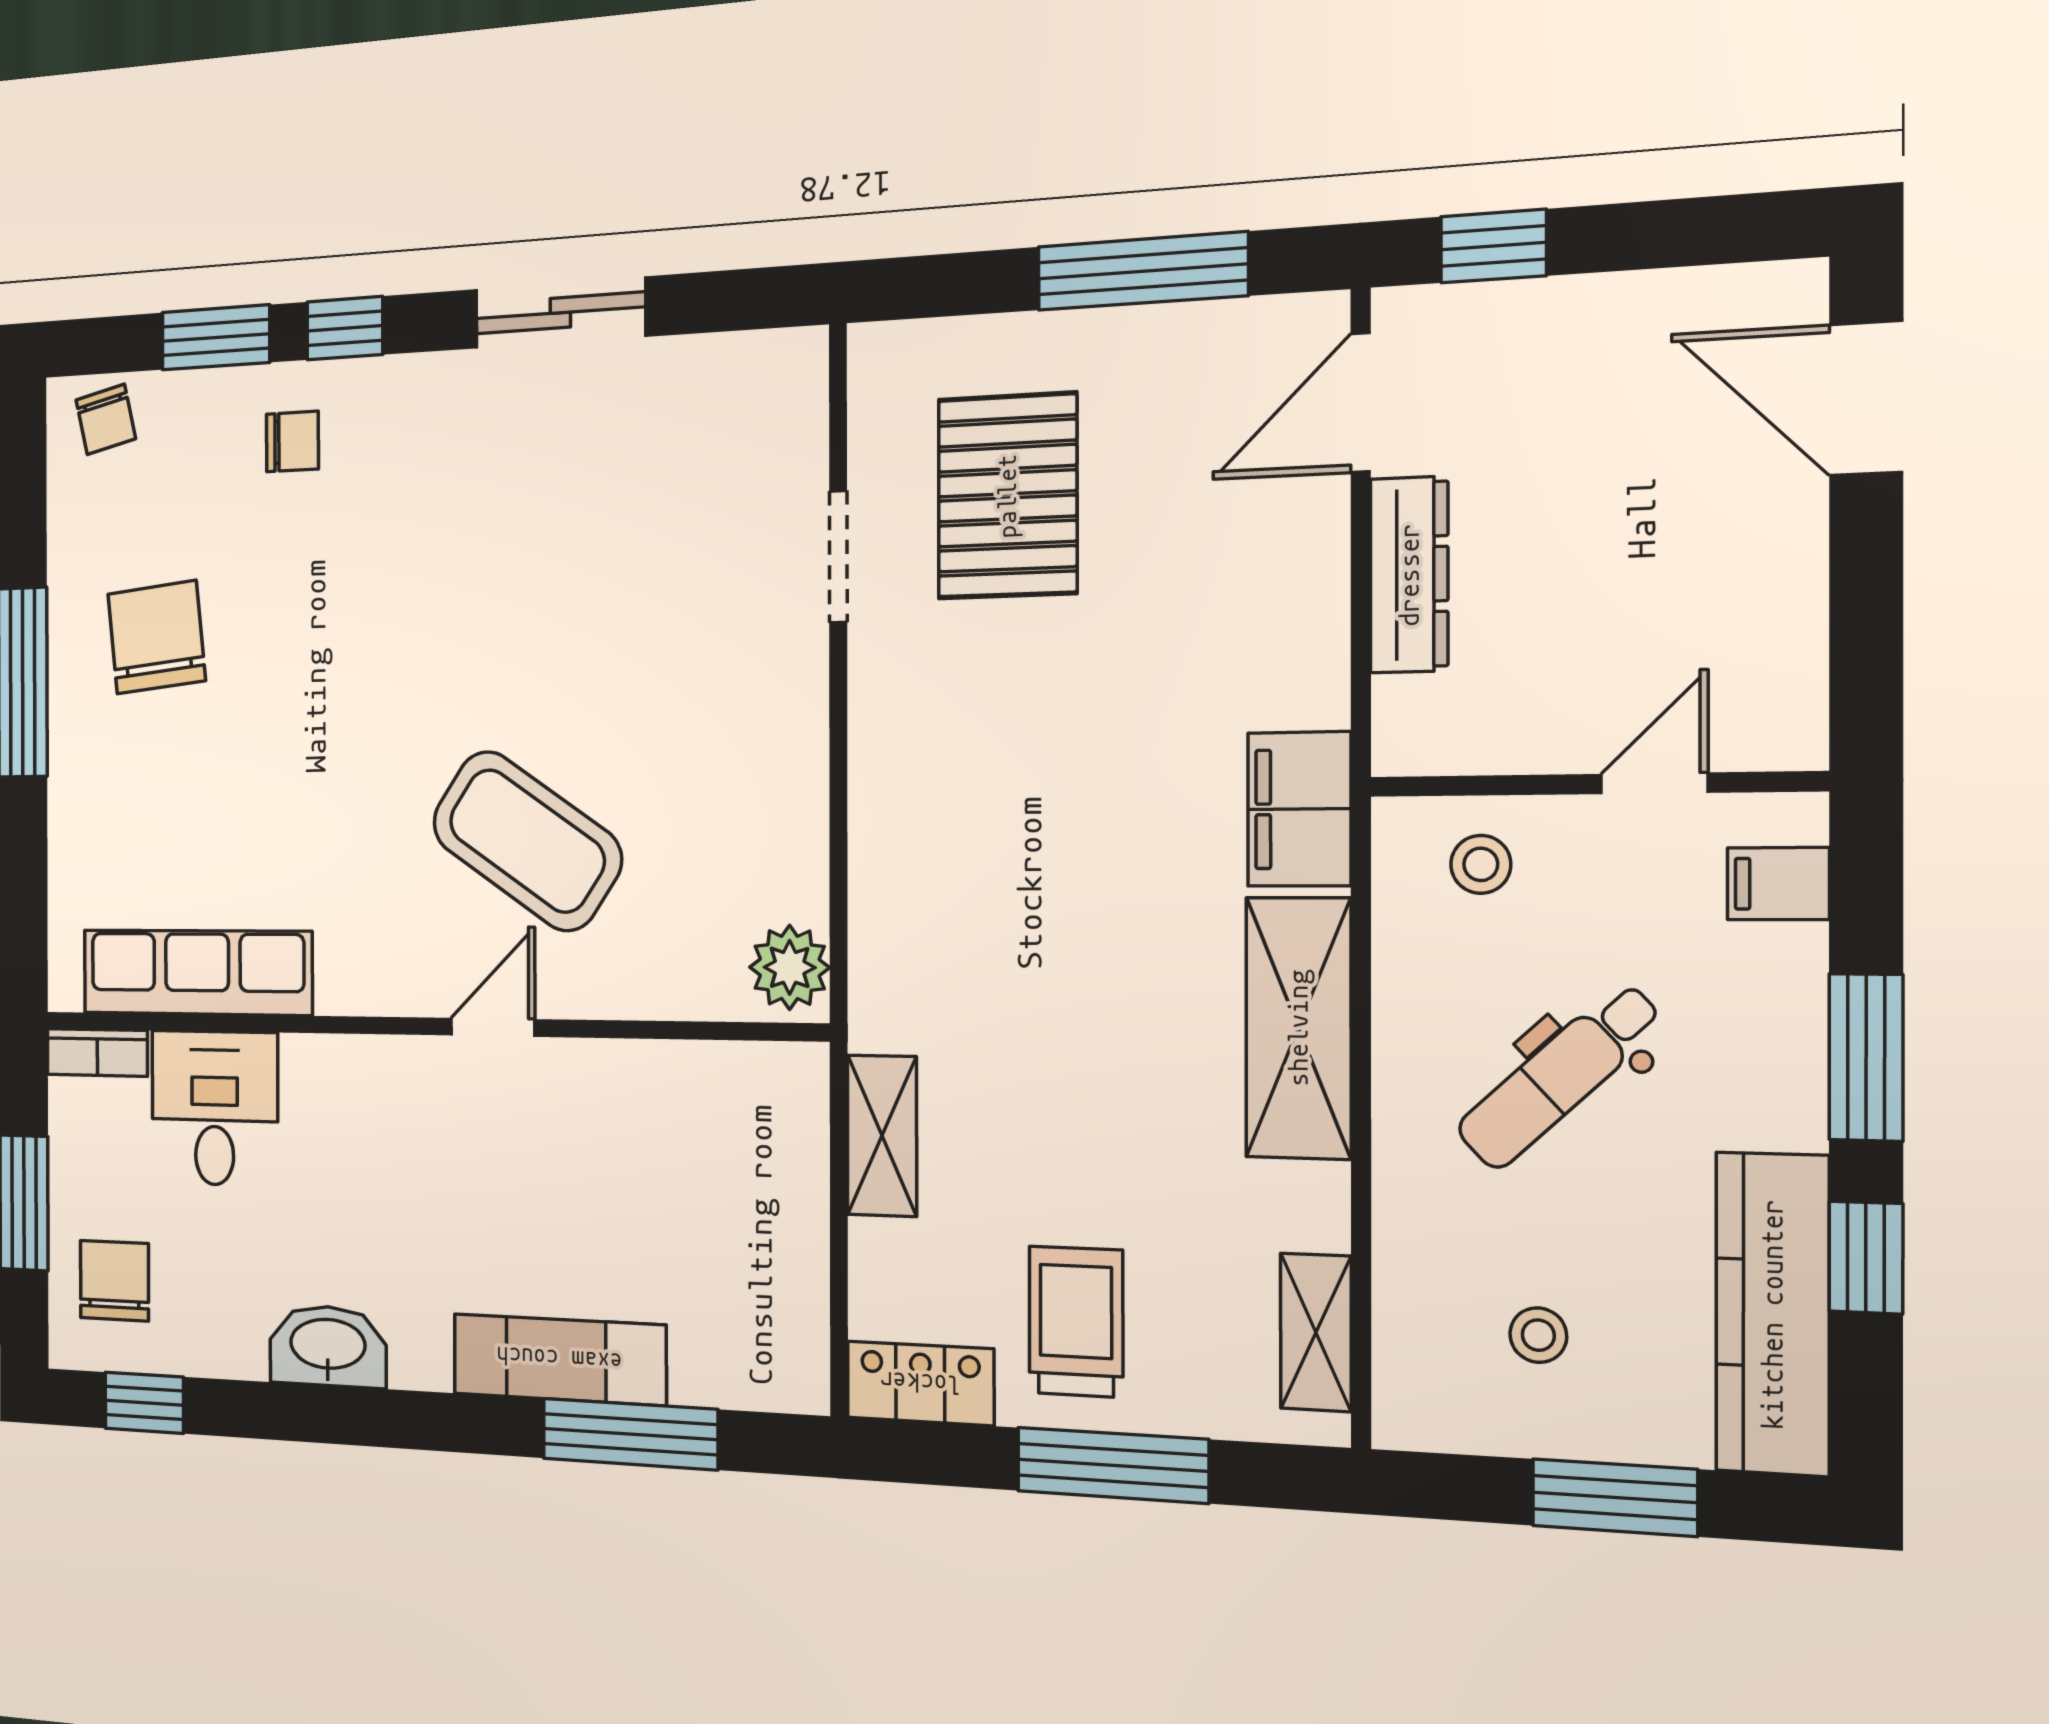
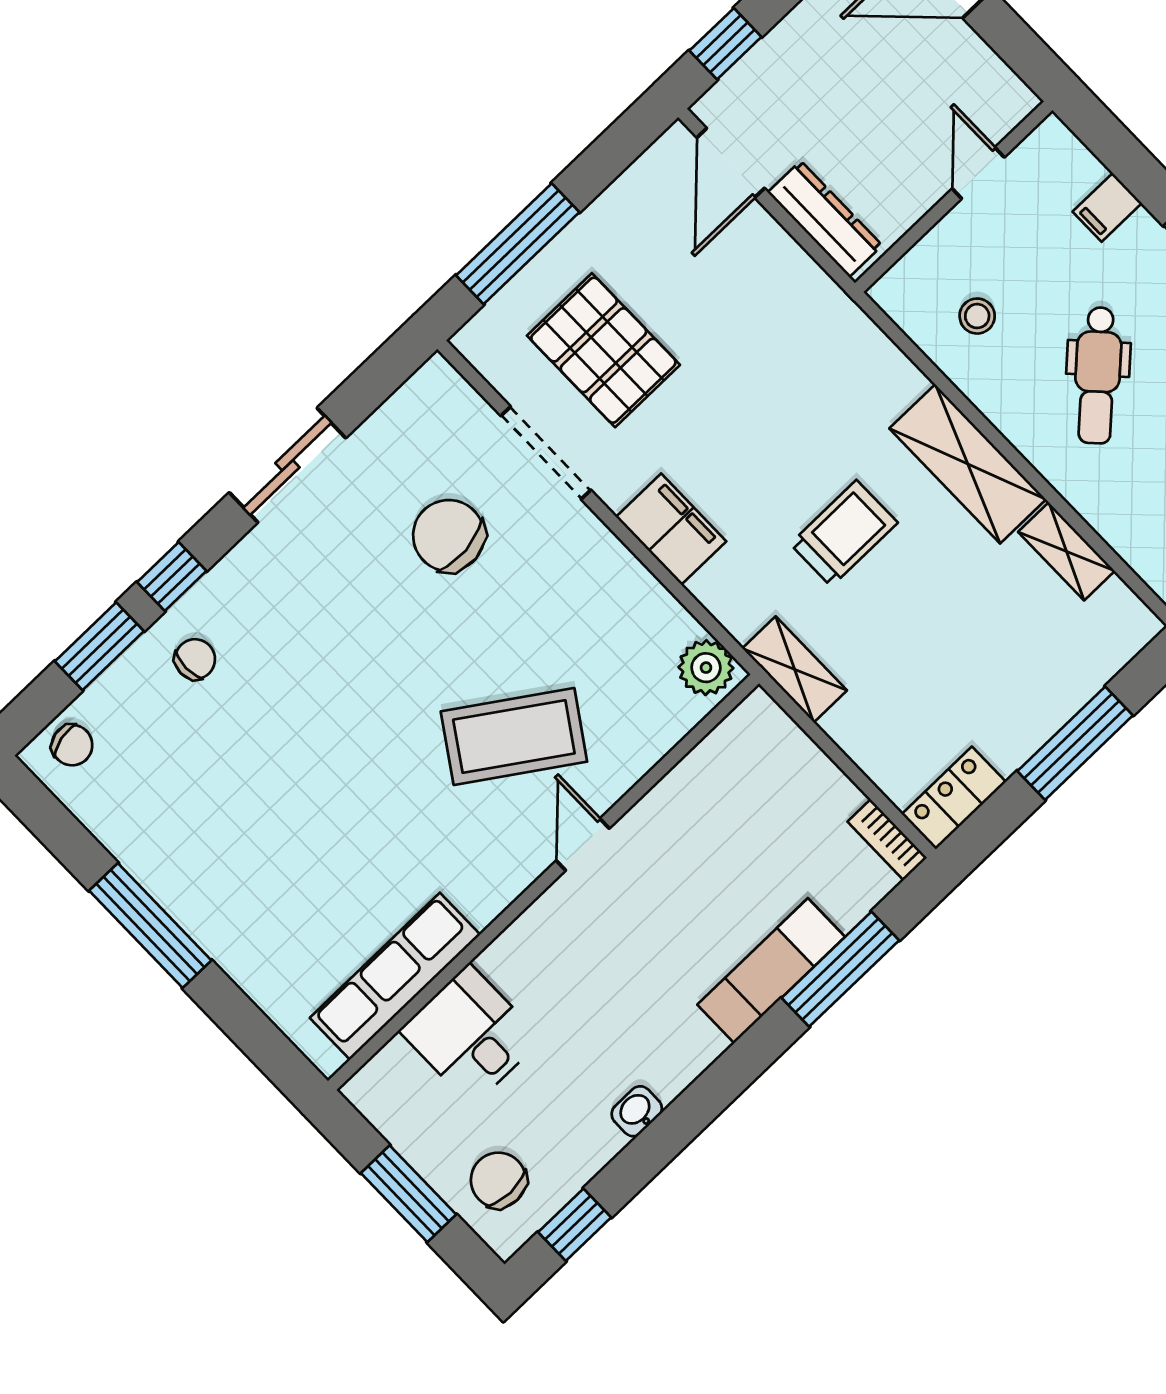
window: (1142, 271) -> (518, 244), moved
doorway: (838, 557) -> (546, 453), width x1.38
chair: (157, 637) -> (449, 536), moved
door: (1654, 783) -> (978, 173), moved
wall: (1594, 784) -> (954, 197), moved
filing cabinet: (1299, 809) -> (671, 529), moved, turned 180
bookcase: (97, 1053) -> (887, 840), moved, turned 90
shelving: (882, 1136) -> (795, 669), moved
trolley: (1076, 1322) -> (844, 533), moved, turned 90
shelving: (1316, 1332) -> (1066, 551), moved
washbasin: (328, 1346) -> (637, 1111), width x0.52, depth x0.69

